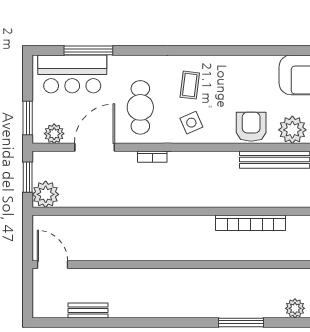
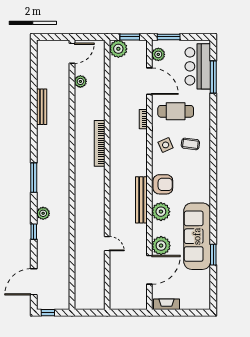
bookcase: (250, 223) -> (100, 143), moved
plant: (95, 252) -> (80, 81), added
bench: (88, 310) -> (42, 107), moved, width x1.36

